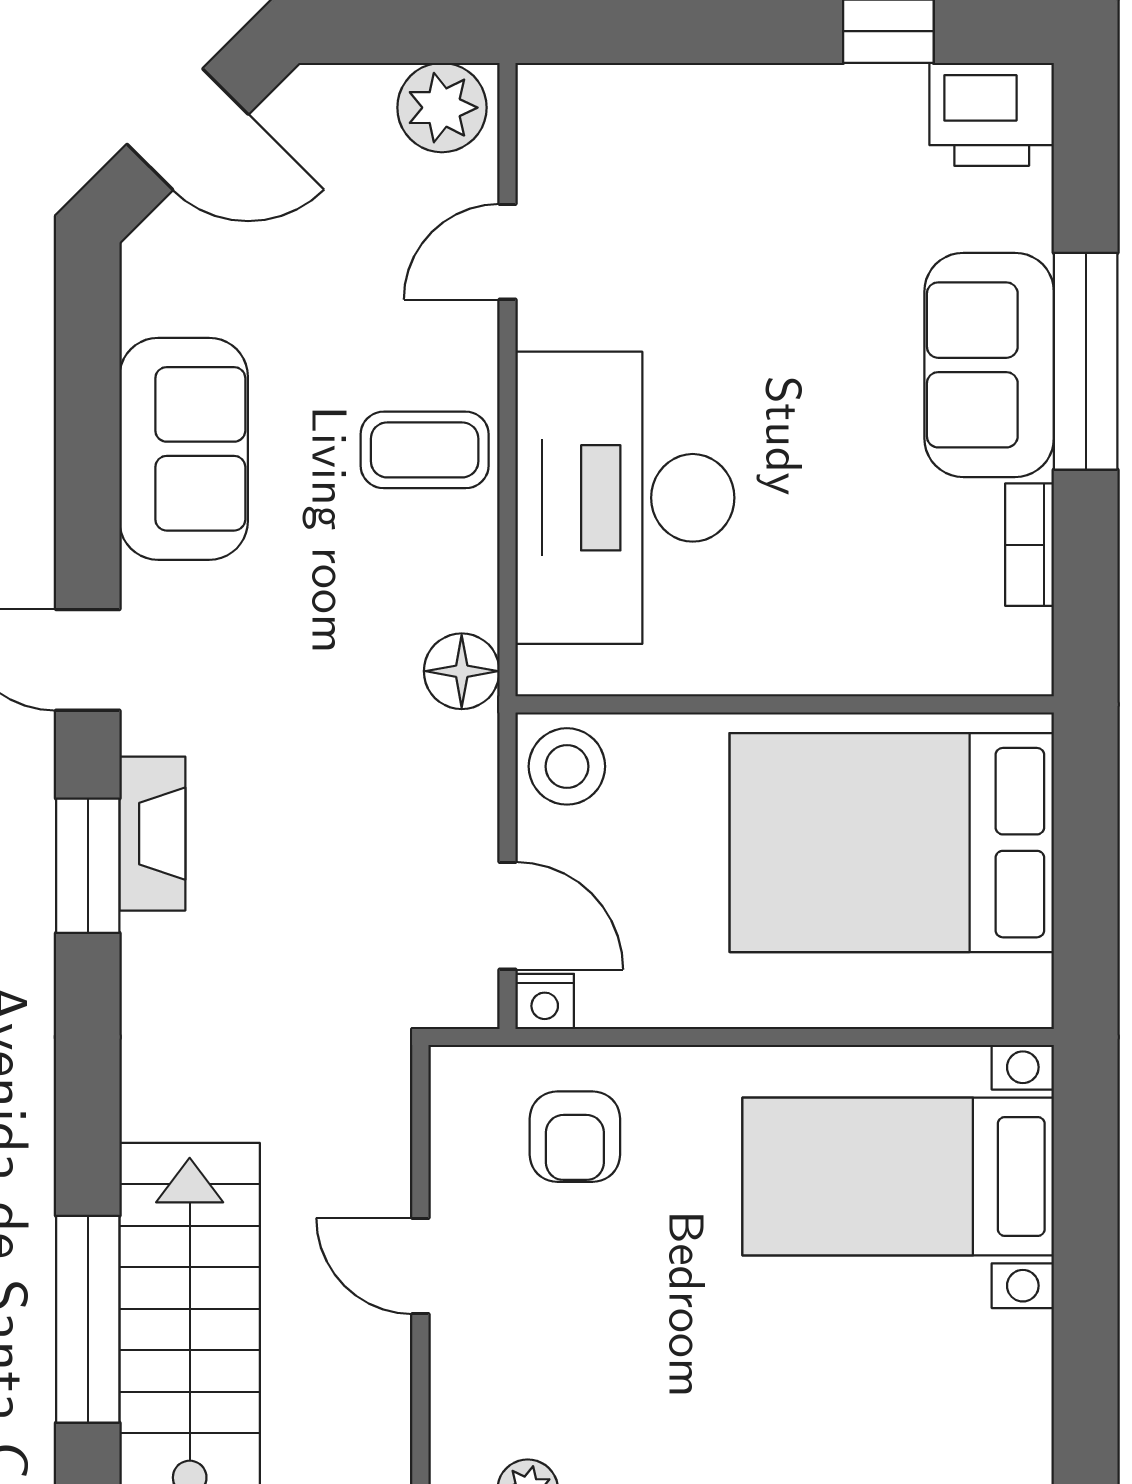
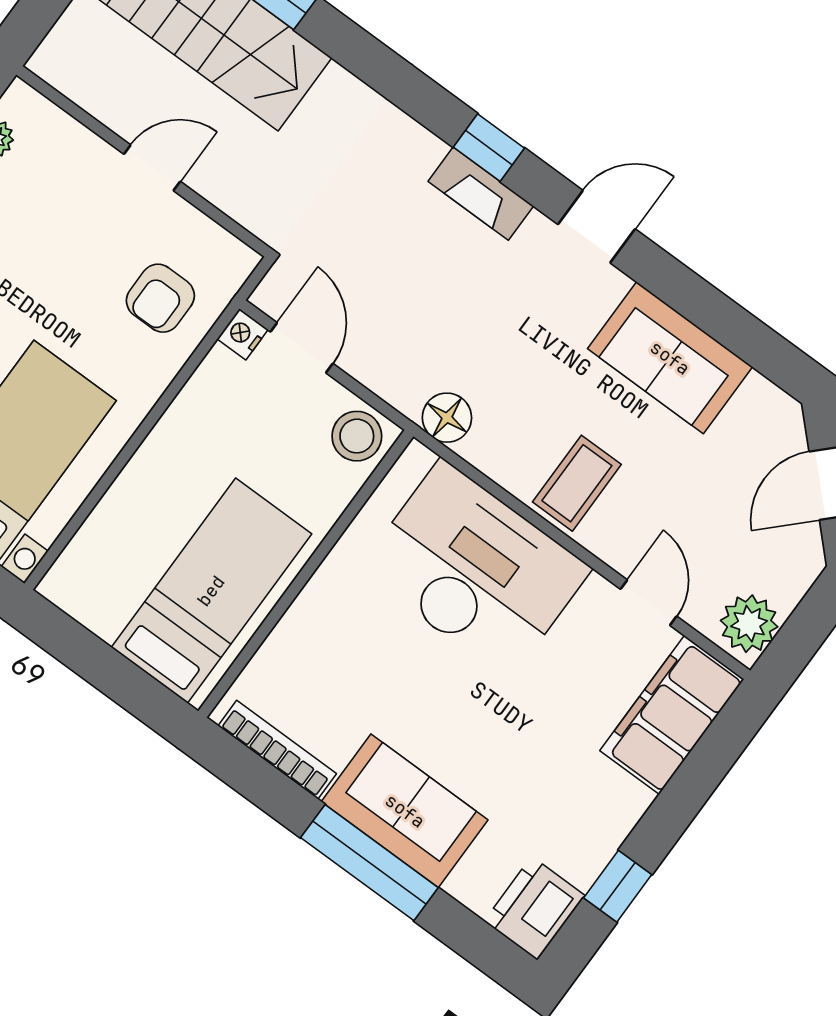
filing cabinet: (626, 120) -> (672, 715), added
bookcase: (1029, 545) -> (277, 750), width x1.56
bed: (892, 843) -> (211, 591), width x0.67
window: (88, 866) -> (489, 148), width x0.67
door: (508, 916) -> (302, 348), swing flipped
armchair: (575, 1137) -> (160, 298), turned -90

